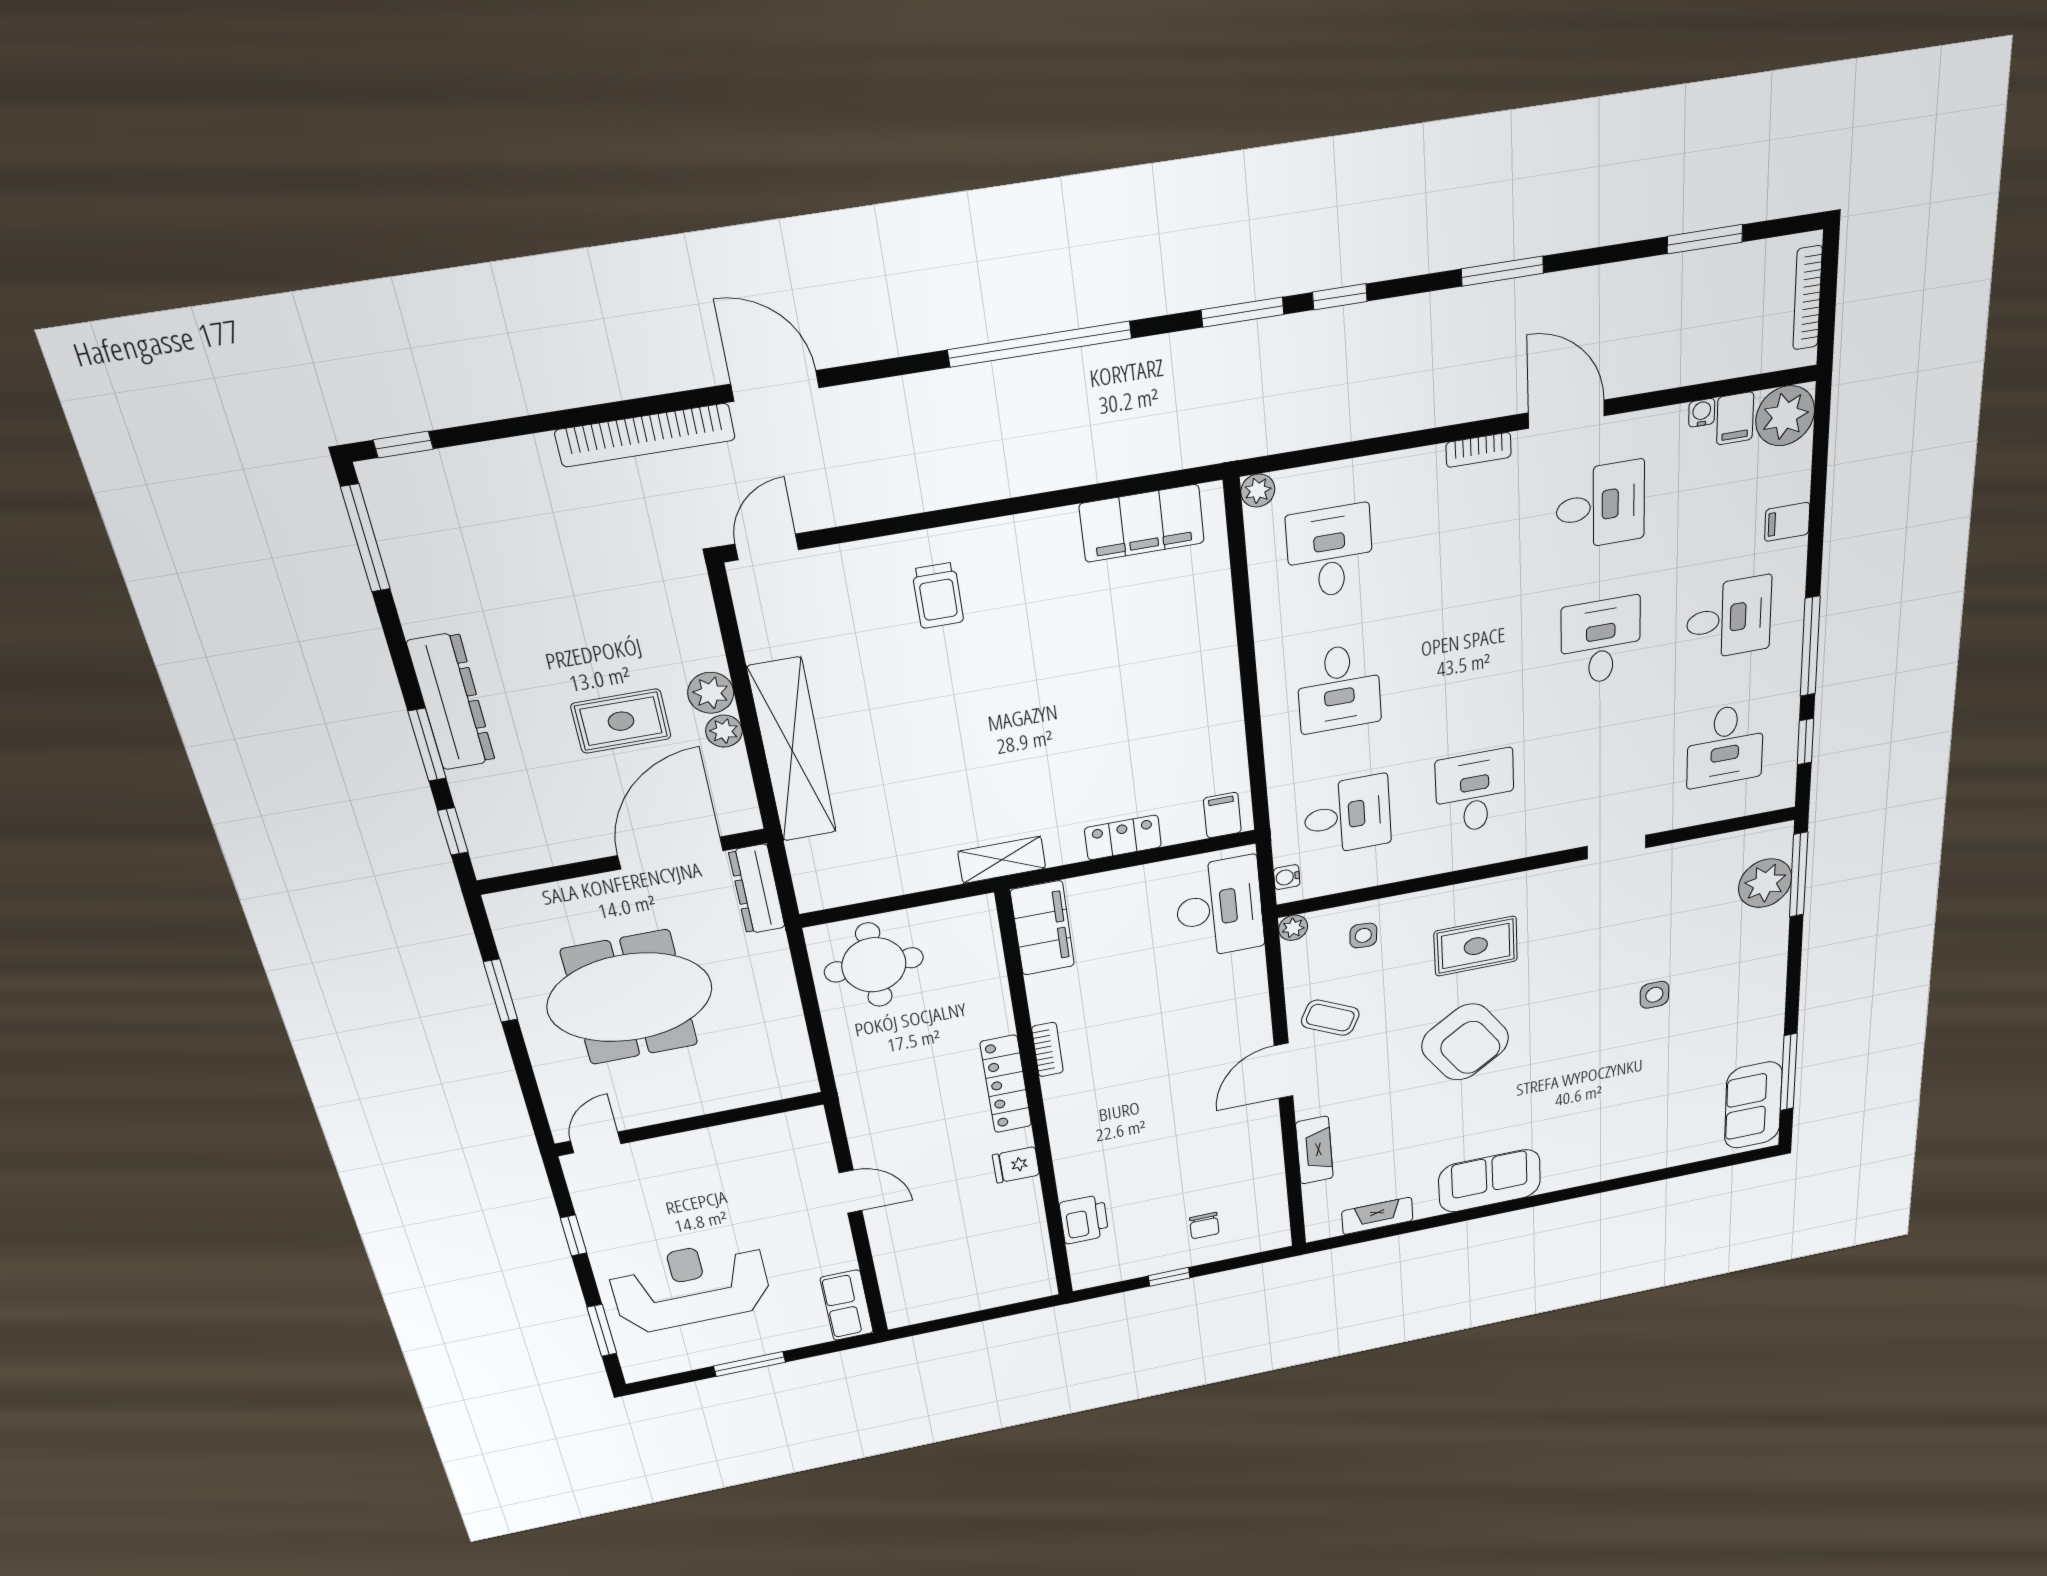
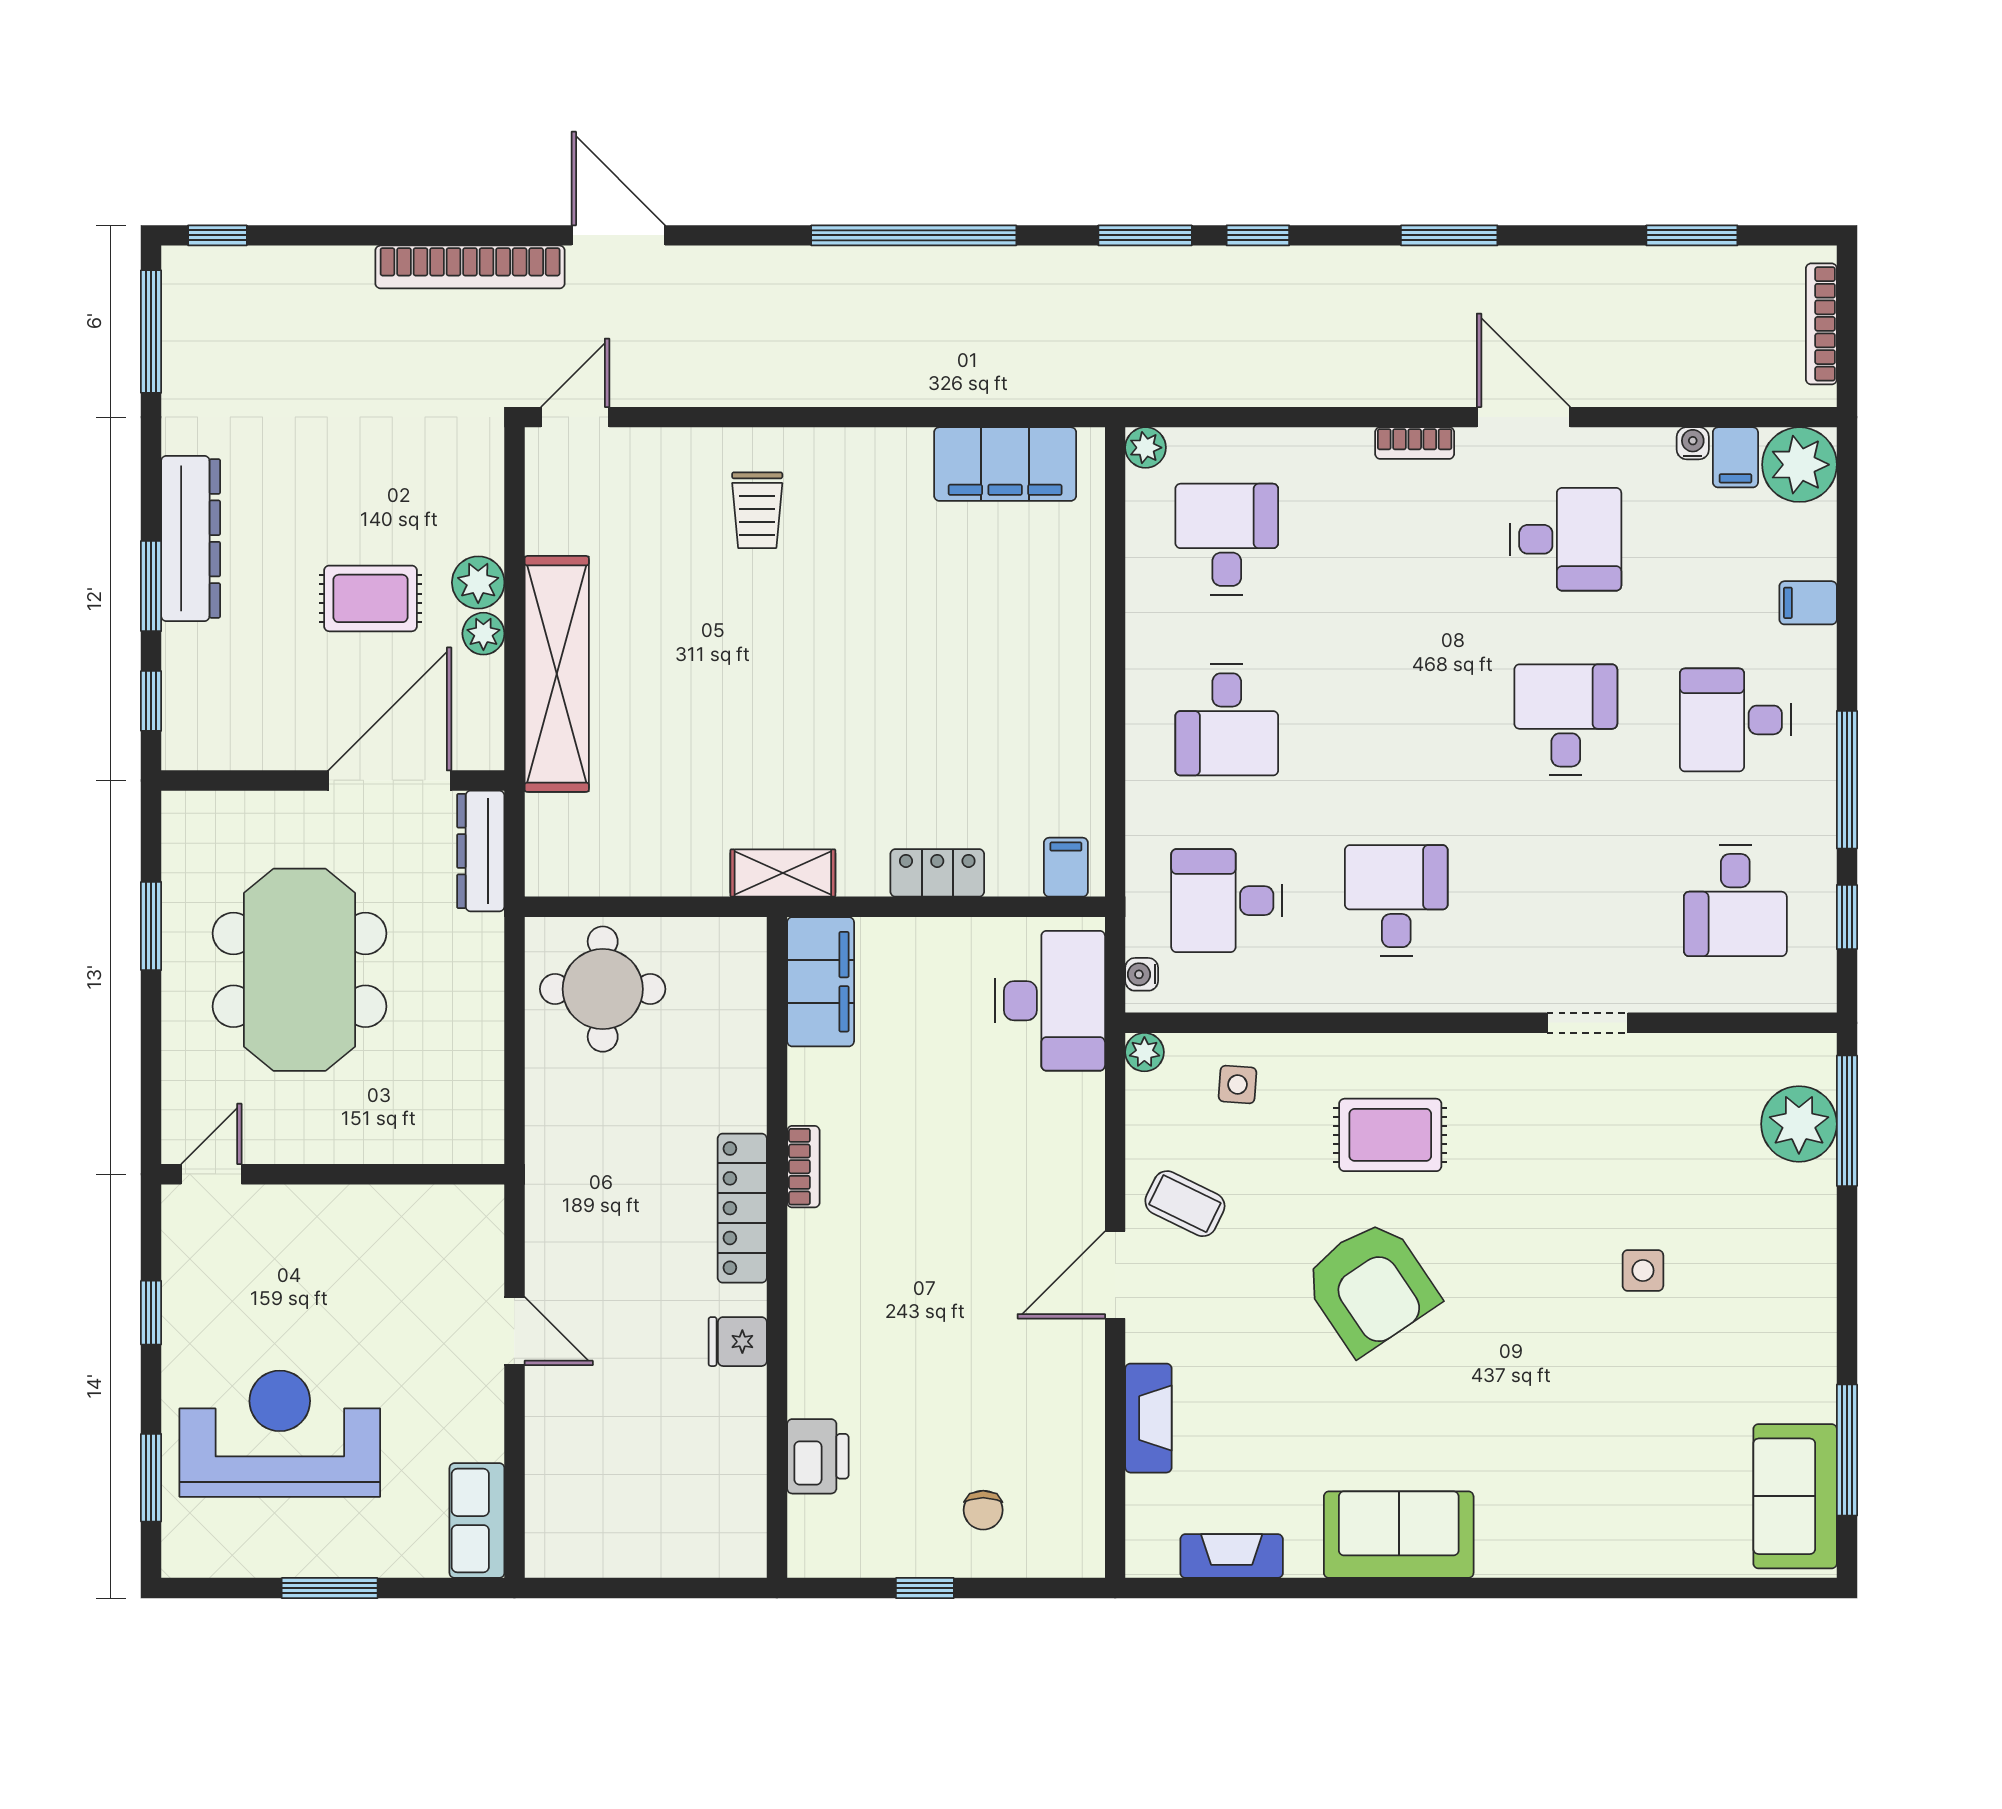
desk: (1729, 618) -> (1735, 720), turned 180
desk: (1347, 815) -> (1227, 901), turned 180
meeting table: (630, 997) -> (299, 970), turned 90

